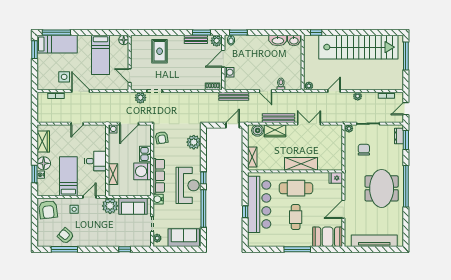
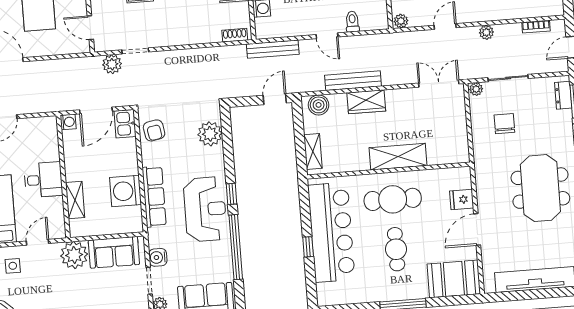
double door: (309, 124) -> (439, 84), moved
wardrobe: (275, 131) -> (366, 102), moved
kitchen sink: (145, 154) -> (125, 124), moved
fridge: (336, 178) -> (462, 199), moved
water cooler: (158, 199) -> (158, 257), moved

